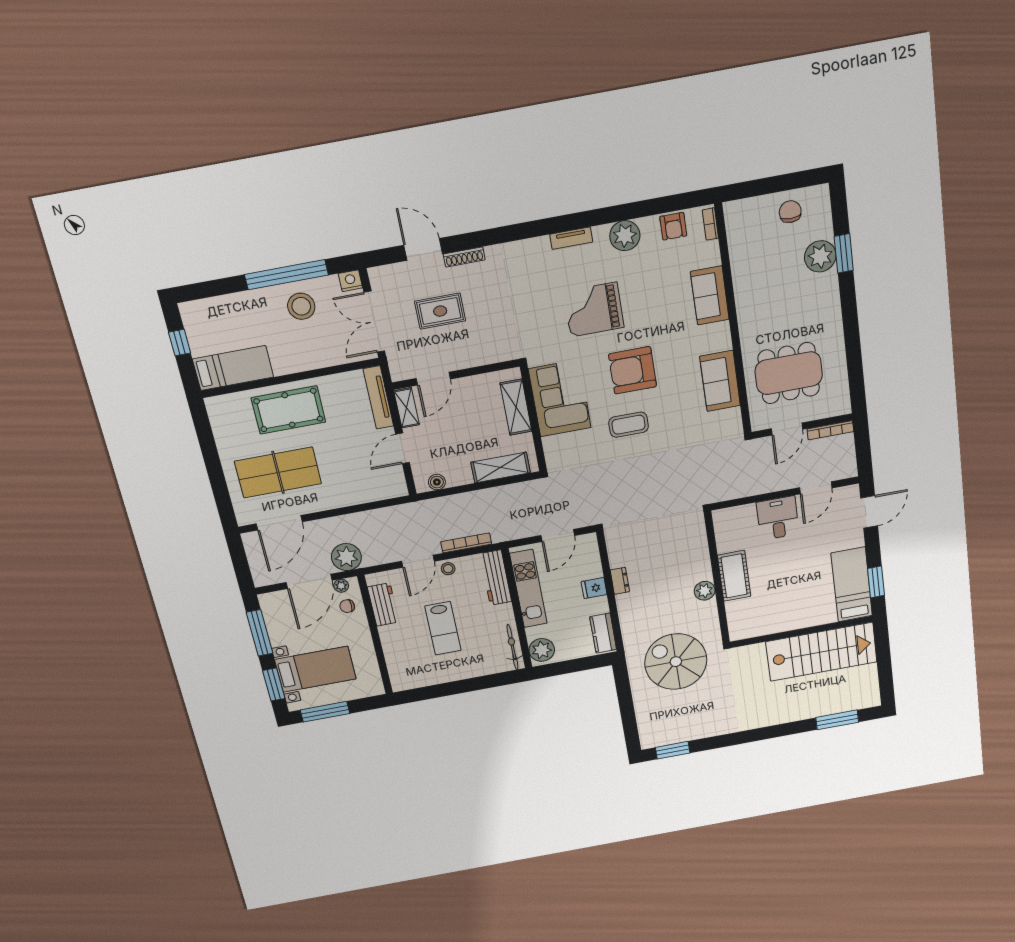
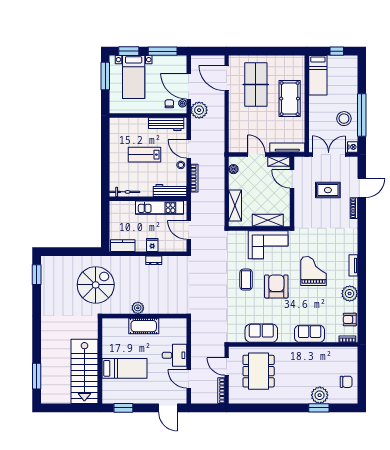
rug: (440, 311) -> (328, 190), turned 90
bed: (852, 584) -> (125, 368), moved
workbench: (383, 605) -> (166, 124), width x1.38
plant: (542, 650) -> (119, 208), removed

